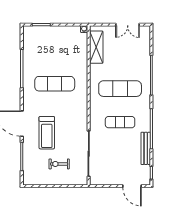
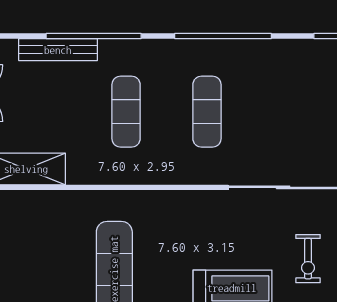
exercise mat: (120, 89) -> (126, 112), width x0.73, depth x0.69
bench: (146, 148) -> (58, 50), moved

